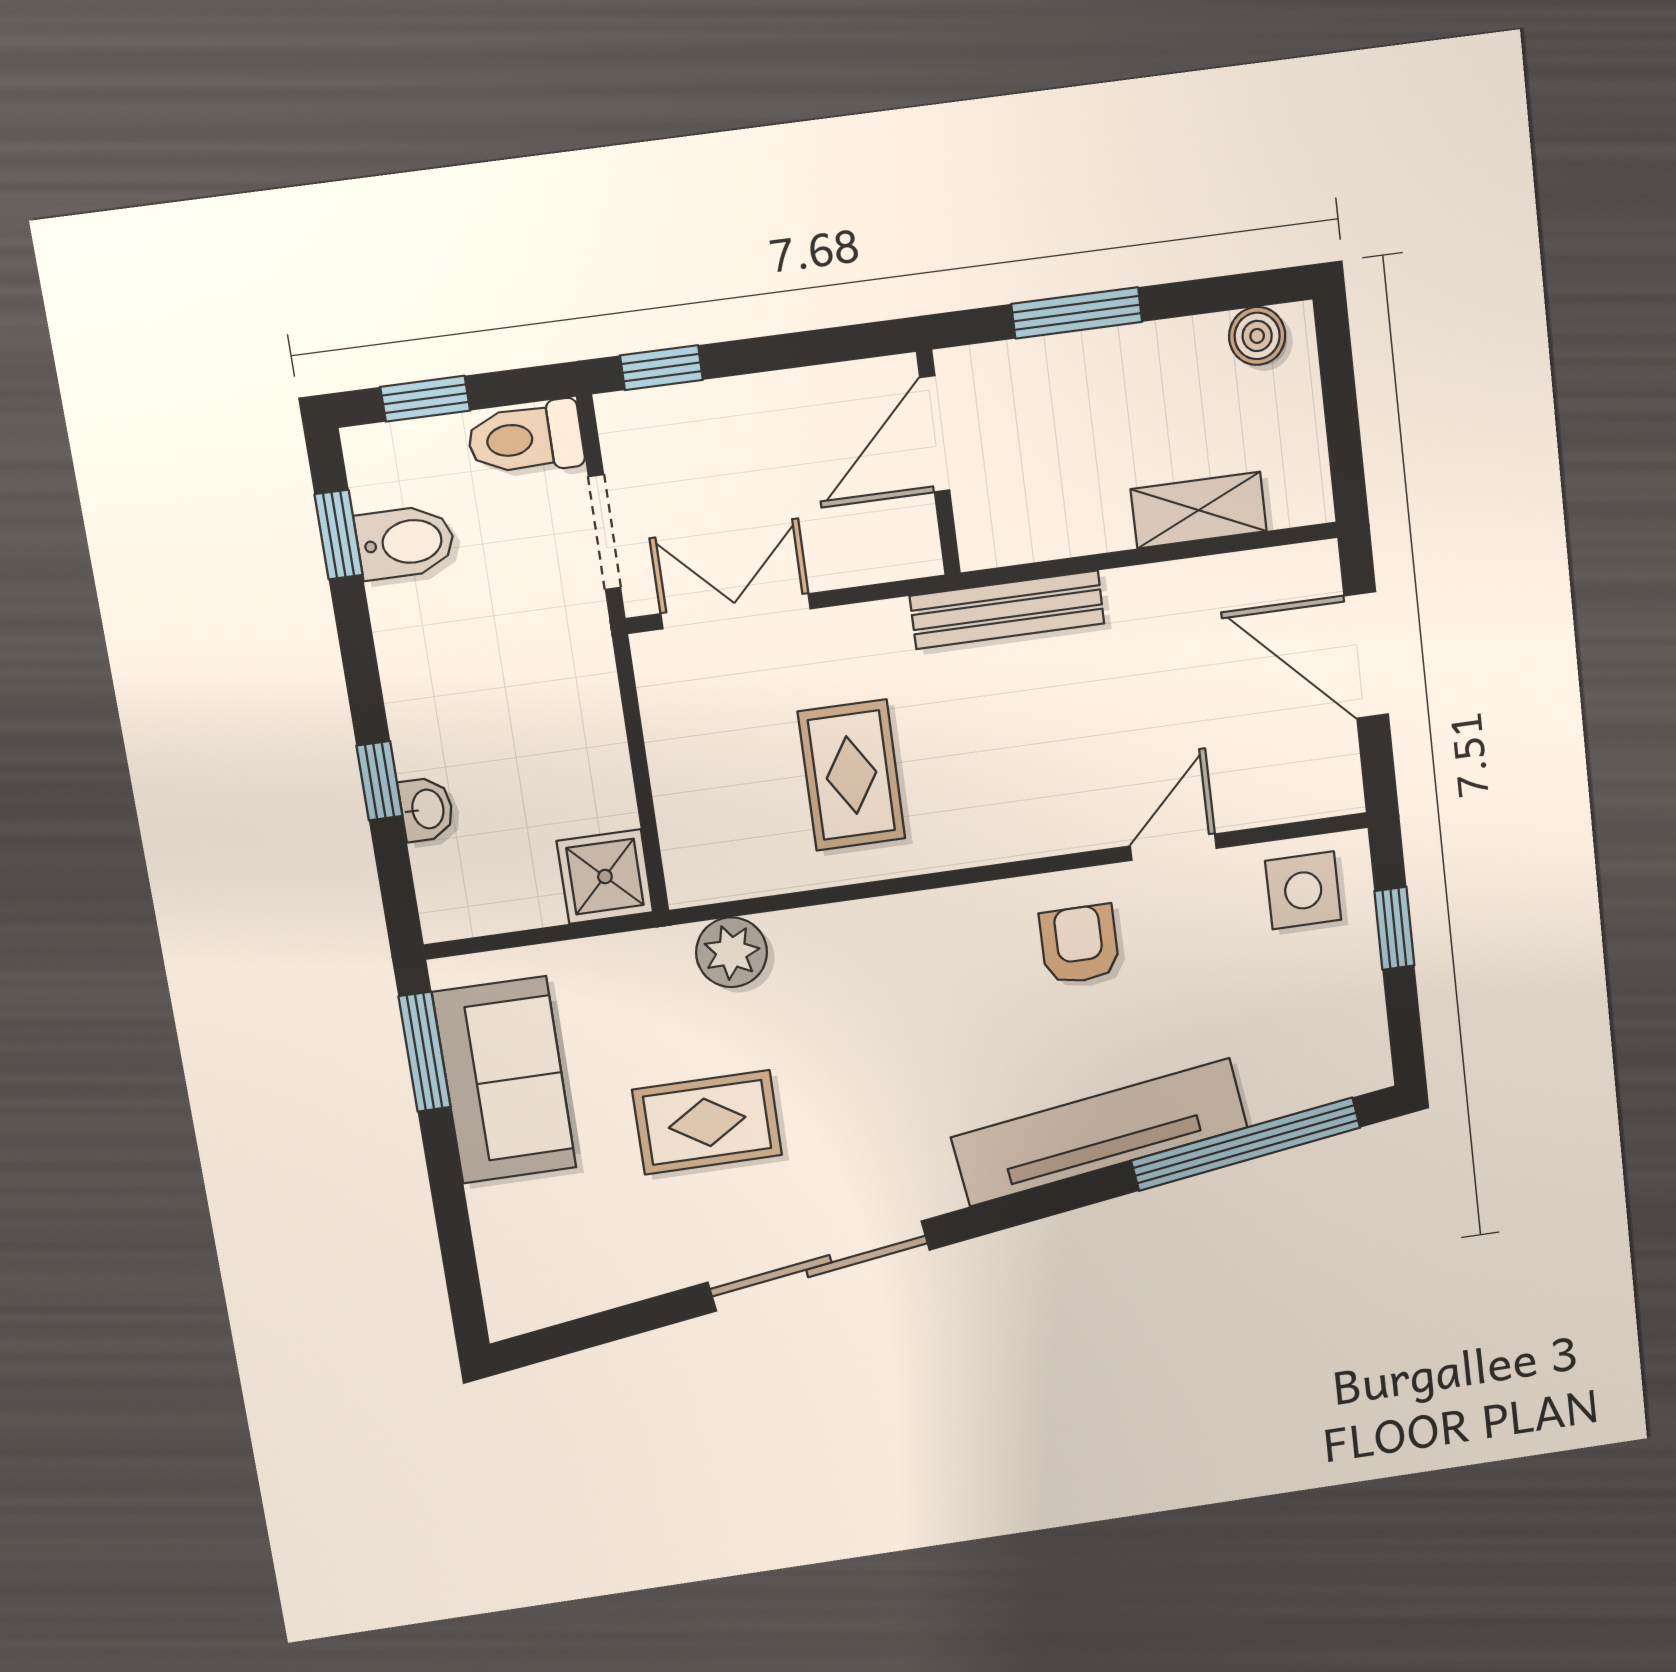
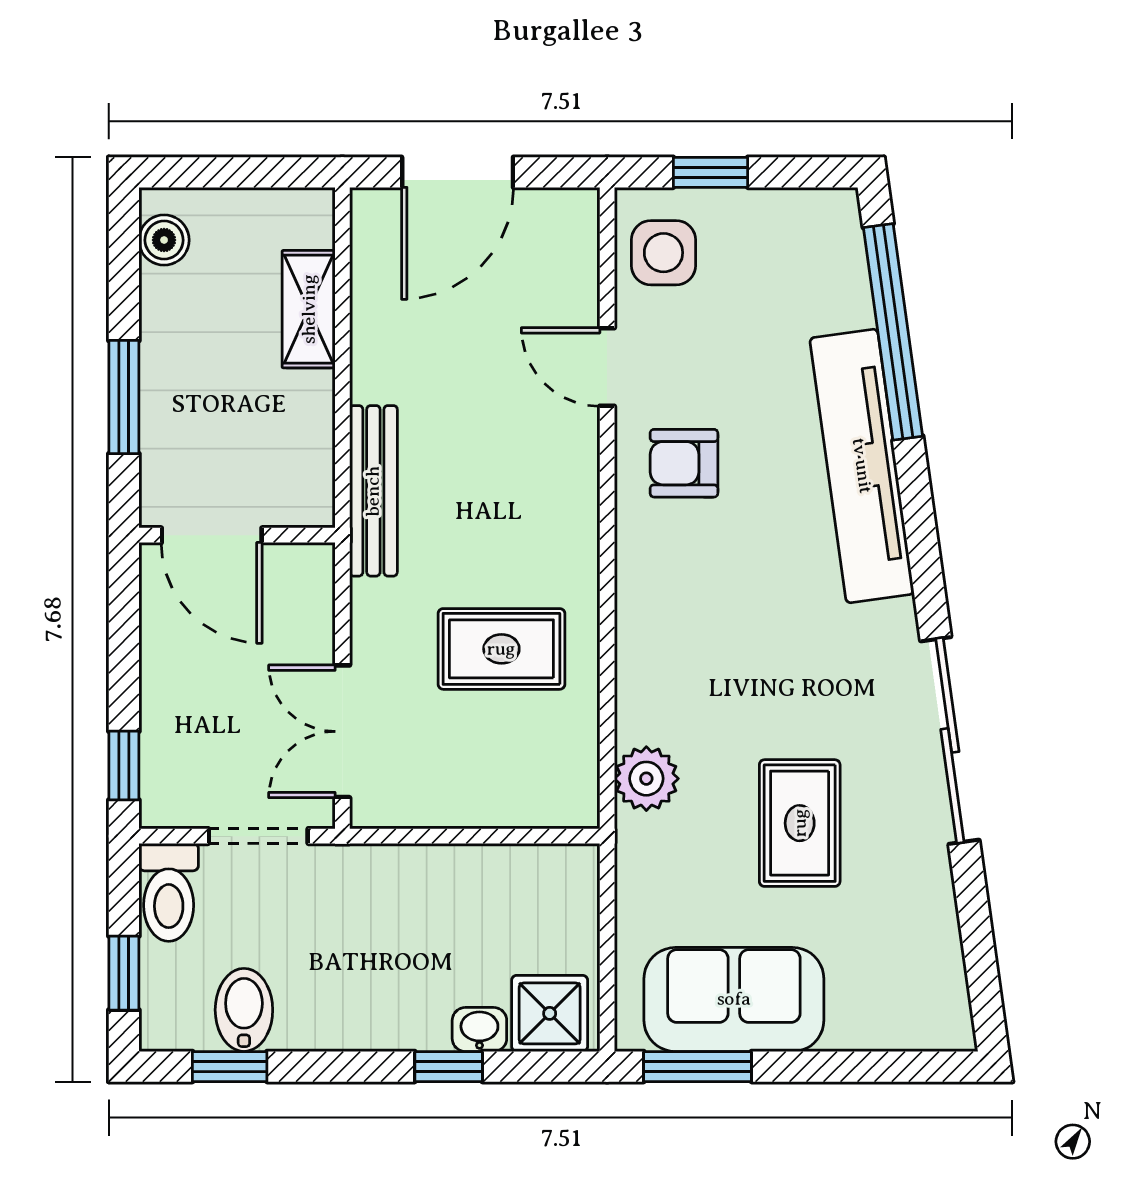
shower: (605, 877) -> (550, 1013), moved

